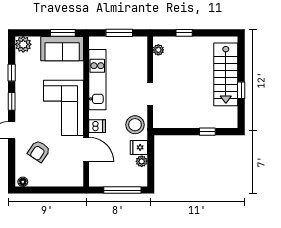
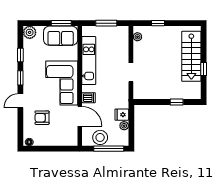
stool: (135, 125) -> (100, 137), moved
armchair: (39, 151) -> (42, 118), turned 56

